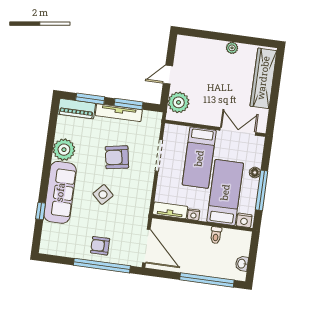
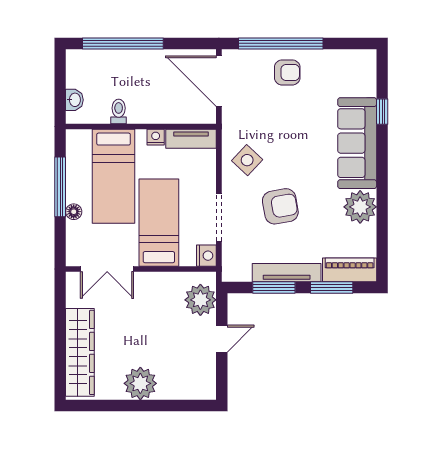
plant: (232, 48) -> (140, 383), width x1.87, depth x1.87
side table: (103, 195) -> (247, 160), moved
nightstand: (244, 220) -> (206, 256), moved, turned 90
washbasin: (242, 264) -> (74, 100), moved

